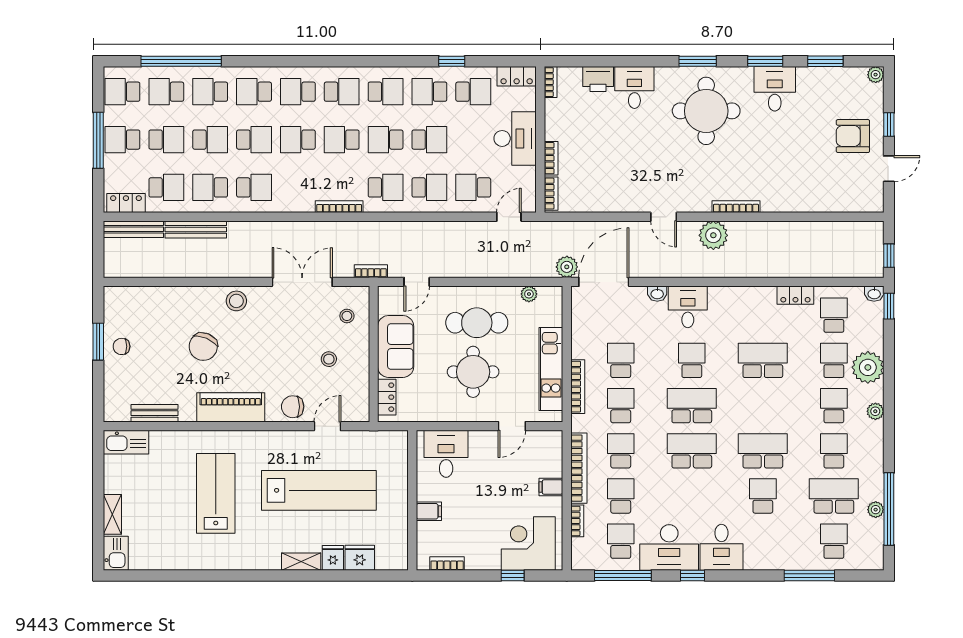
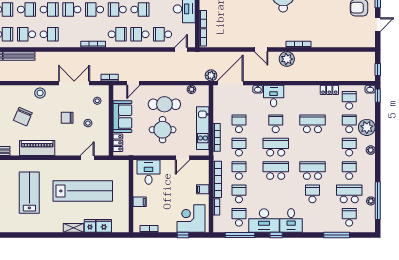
school desk: (429, 187) -> (140, 34), turned 180
chair: (293, 407) -> (67, 118), moved

